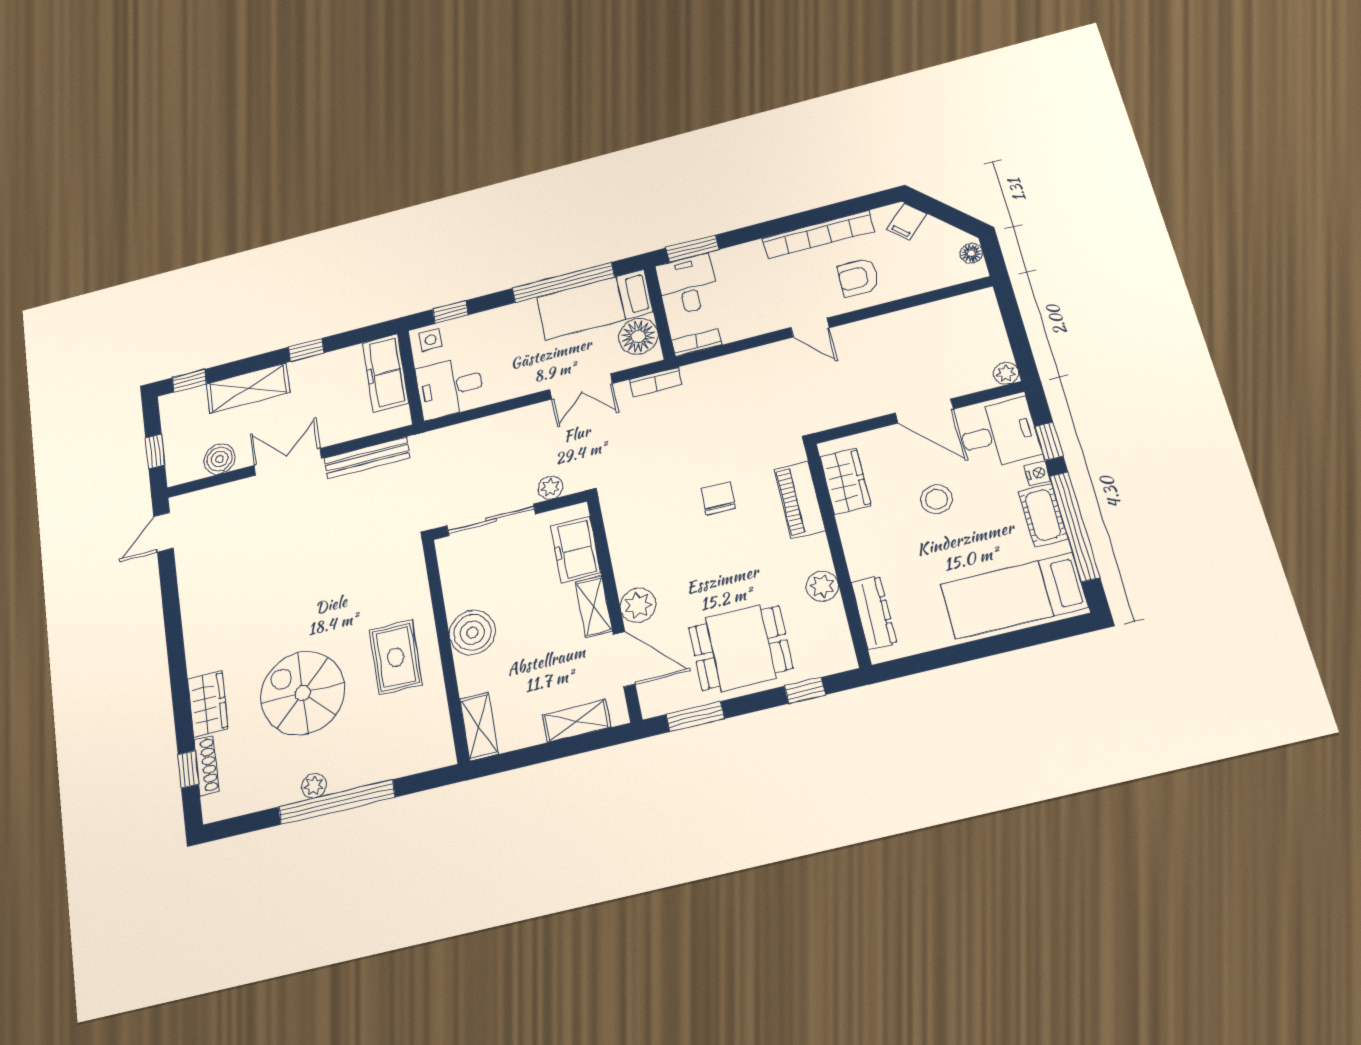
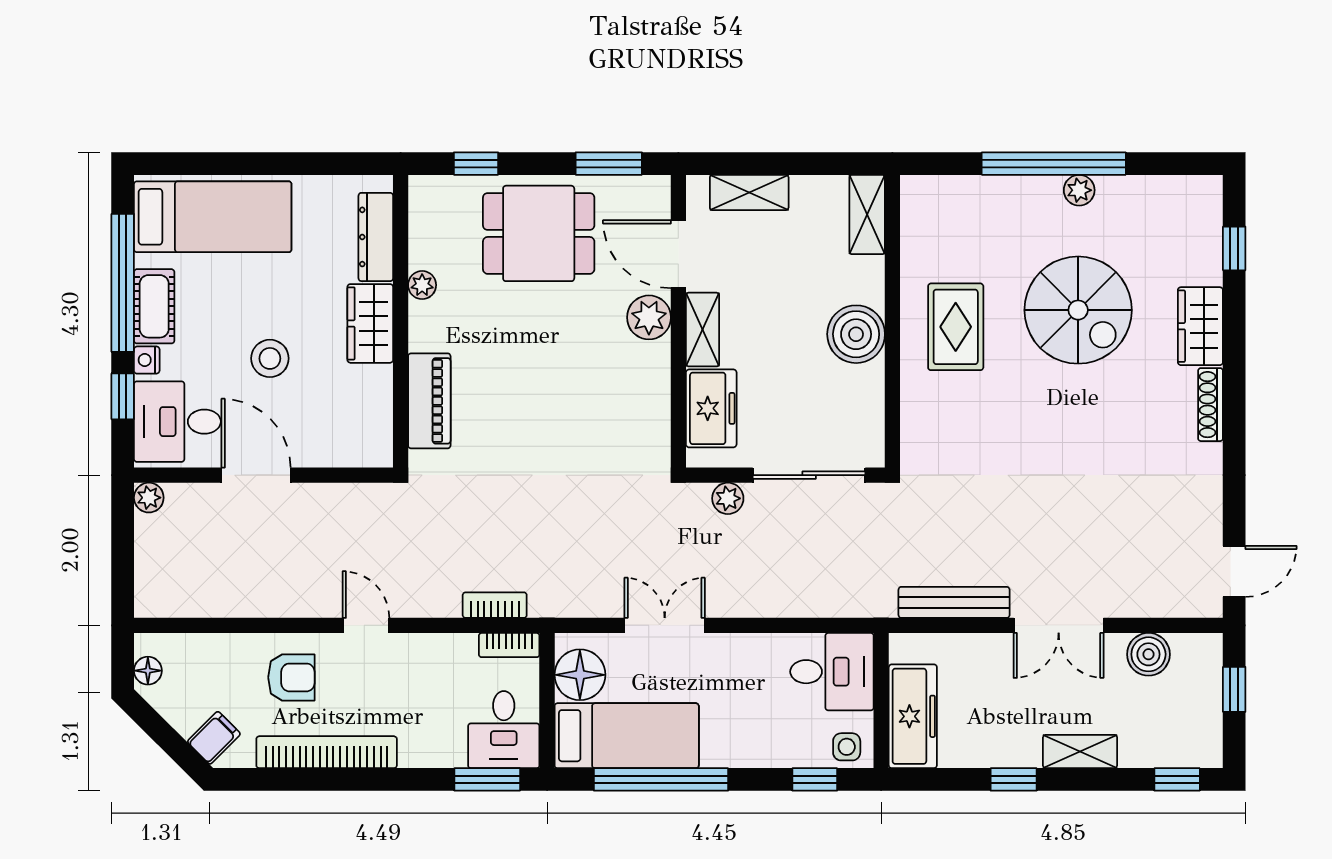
bookcase: (656, 382) -> (495, 605), moved
shelving: (248, 388) -> (1080, 751), width x0.67, depth x0.75
wardrobe: (845, 481) -> (370, 323), moved
chair: (718, 499) -> (526, 428), removed
plant: (822, 586) -> (422, 285), width x0.73, depth x0.73
shoe rack: (206, 766) -> (1211, 405), moved

